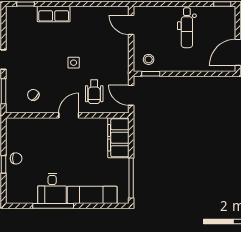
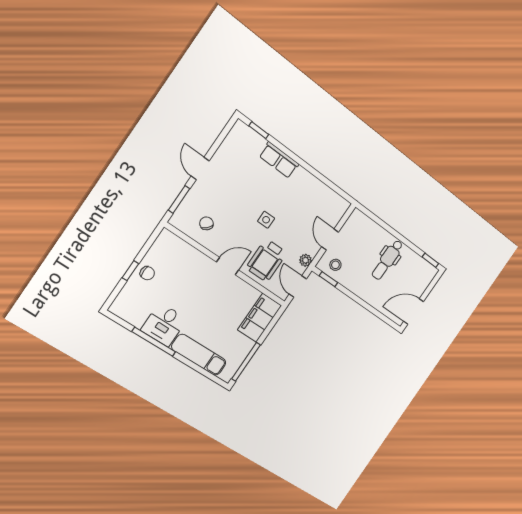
door: (131, 25) -> (330, 240), moved
plant: (123, 72) -> (305, 260), added
wheelchair: (94, 92) -> (266, 260), width x1.36, depth x1.37

